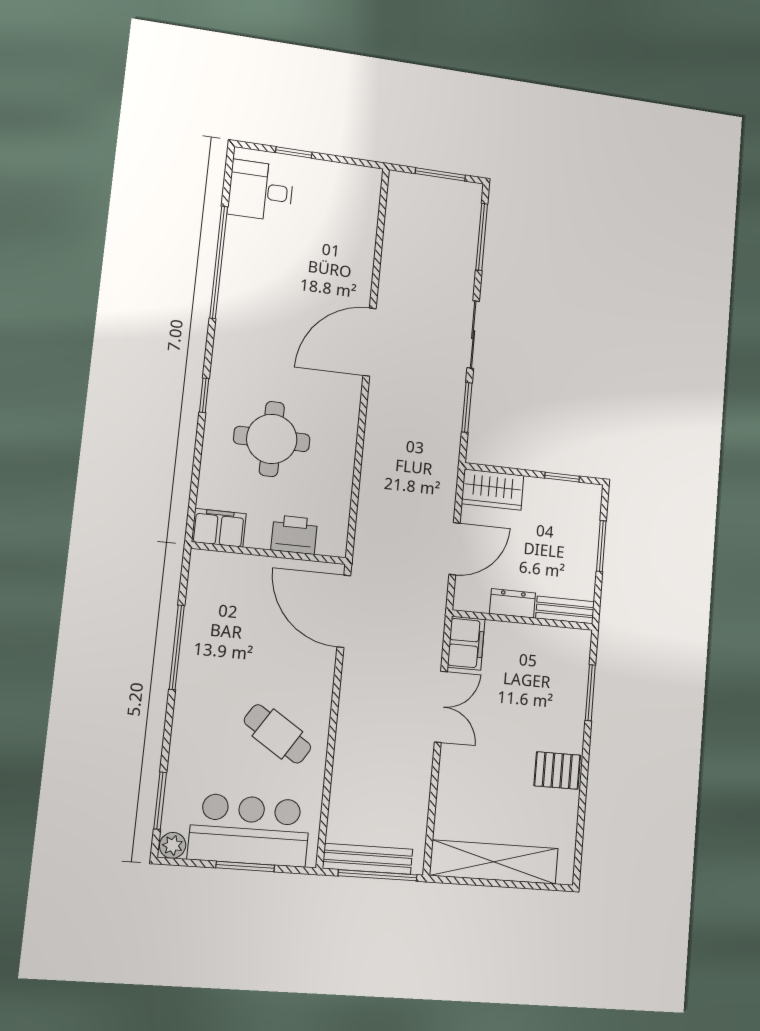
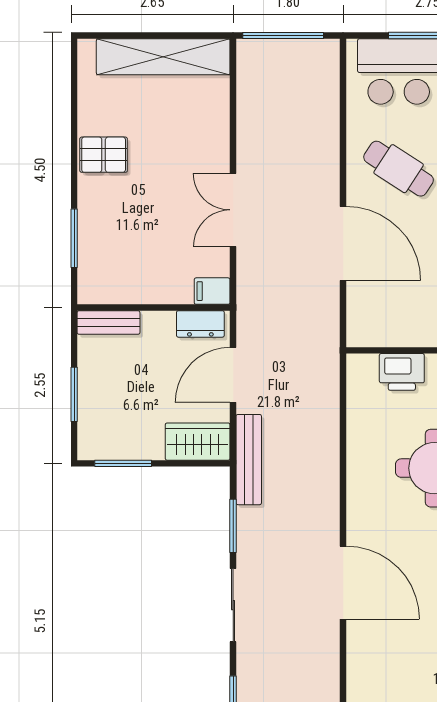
door: (370, 342) -> (343, 583), hinge flipped
window: (562, 477) -> (123, 463), width x1.50
dresser: (513, 603) -> (200, 324), moved
door: (344, 611) -> (343, 243), moved
filing cabinet: (466, 643) -> (212, 291), width x0.50
bench: (368, 859) -> (249, 460), moved, turned 90

